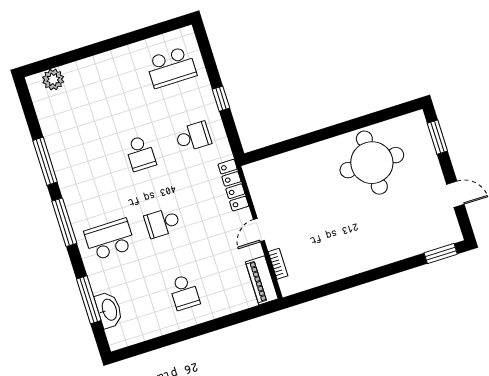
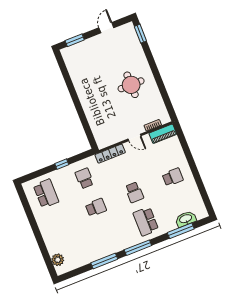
round table: (372, 163) -> (131, 85), moved, width x0.73, depth x0.73

